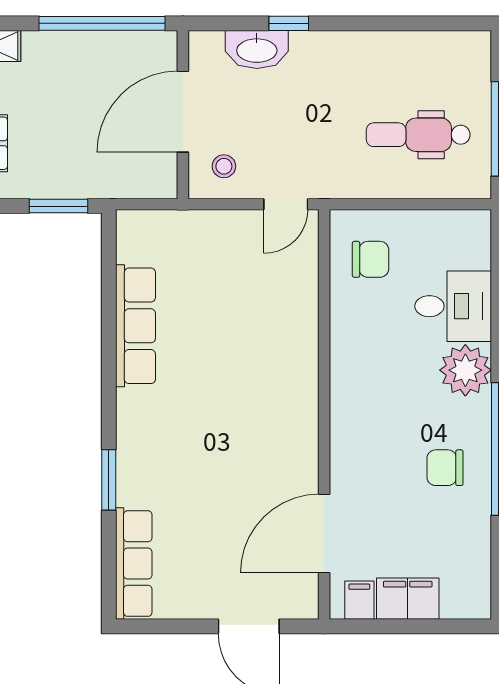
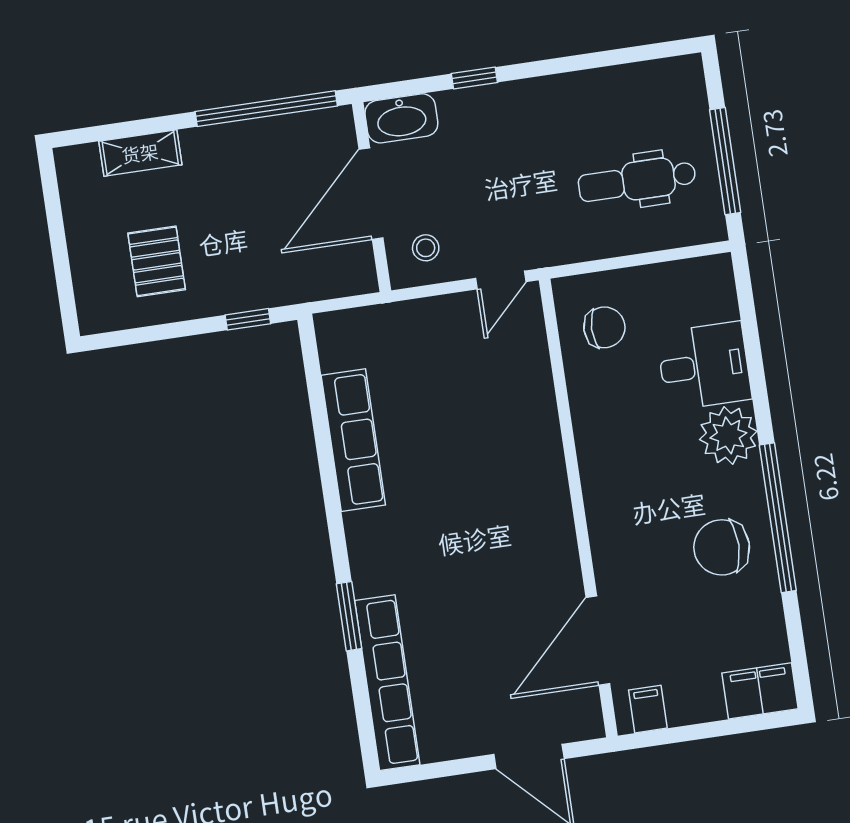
washbasin: (257, 49) -> (401, 118), moved
window: (58, 206) -> (248, 319), width x0.67
chair: (445, 468) -> (722, 547), width x1.37, depth x1.37
row of seats: (134, 564) -> (387, 683), width x1.36
filing cabinet: (408, 599) -> (760, 691), moved

